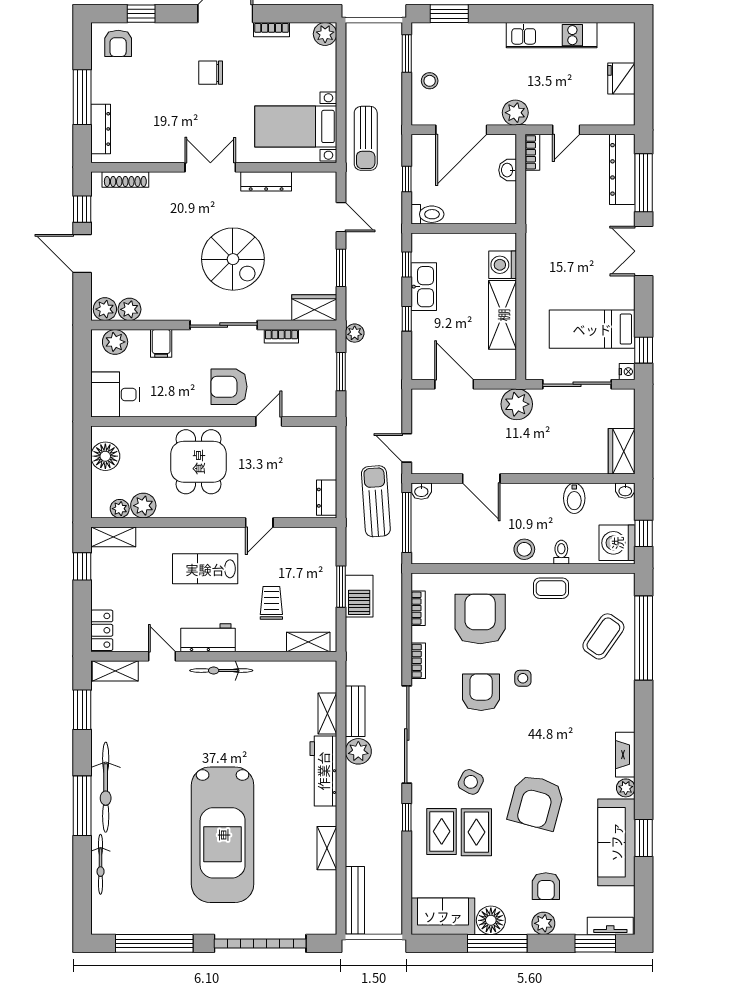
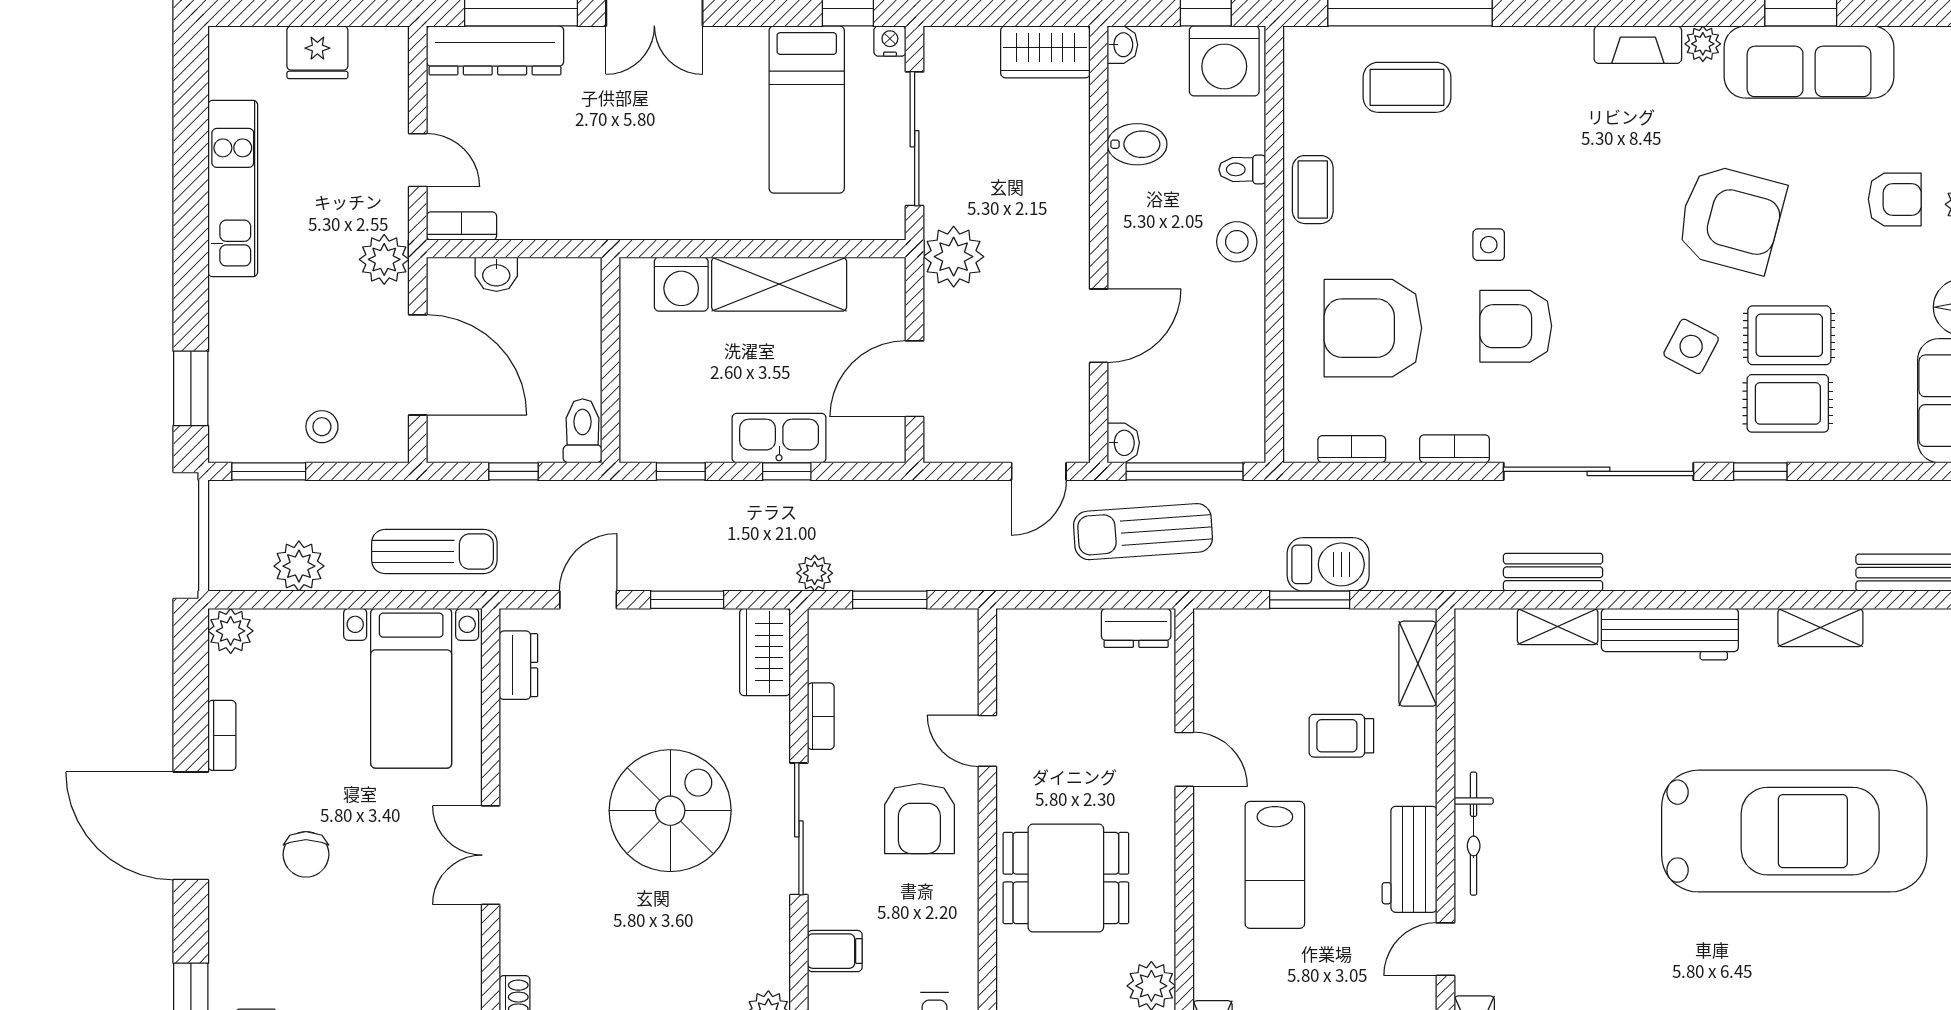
dresser: (266, 181) -> (518, 665), moved, width x0.70
kitchen sink: (424, 287) -> (779, 438), moved
coffee table: (603, 636) -> (1407, 87), turned -35
plant: (358, 751) -> (299, 566), moved

